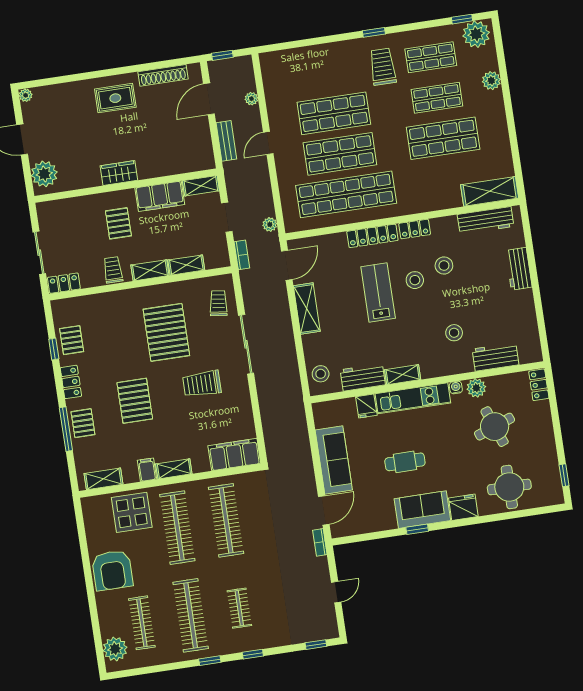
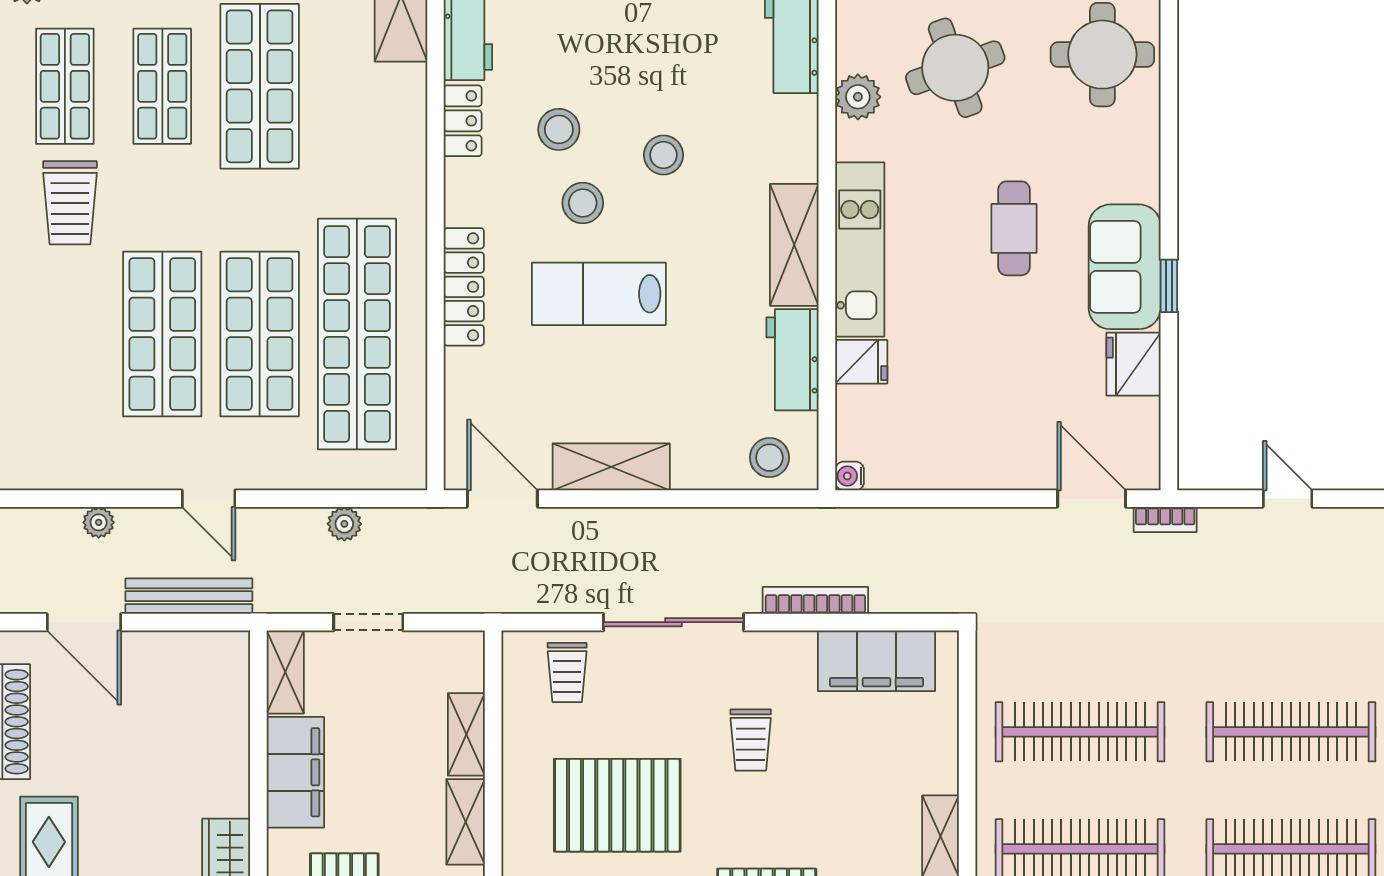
trolley: (383, 67) -> (70, 203), turned -90
bench: (226, 141) -> (189, 596), width x1.36
plant: (270, 224) -> (344, 524), moved
locker: (415, 229) -> (463, 121), moved
bookcase: (242, 255) -> (815, 600), moved, width x1.56
trolley: (218, 303) -> (567, 672), turned -97
stool: (454, 333) -> (663, 155), moved
shelving: (403, 375) -> (794, 245), width x1.50, depth x1.33
trolley: (202, 384) -> (751, 740), width x0.73, depth x0.72
water cooler: (456, 387) -> (850, 476), moved
filing cabinet: (234, 455) -> (876, 661), moved, turned -90
sofa: (334, 460) -> (976, 457), removed
cafe table: (405, 462) -> (1014, 228), moved
fridge: (463, 507) -> (1134, 364), moved
clothes rail: (239, 608) -> (1291, 732), width x1.86, depth x1.31

